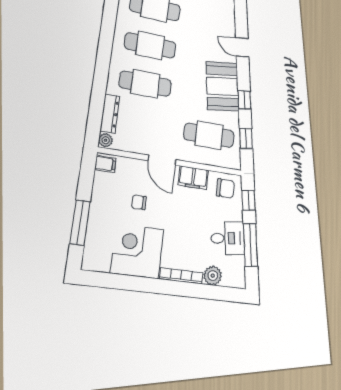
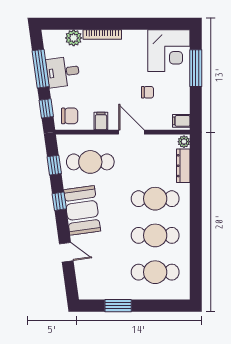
filing cabinet: (193, 178) -> (101, 121), width x0.50
chair: (225, 188) -> (70, 116), turned 180
corner desk: (137, 251) -> (169, 51), moved

